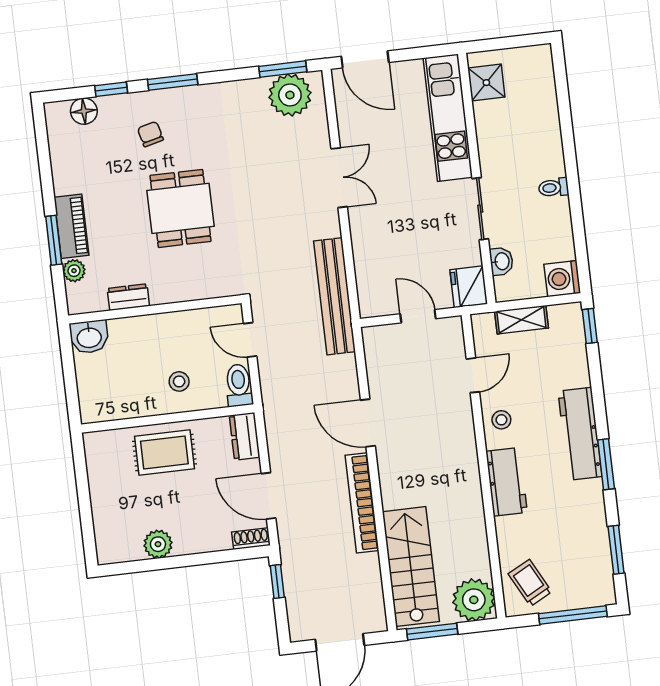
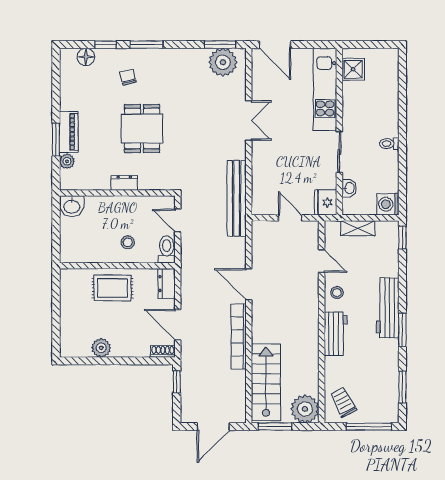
dresser: (128, 297) -> (124, 183), moved
door: (473, 375) -> (322, 261), hinge flipped

